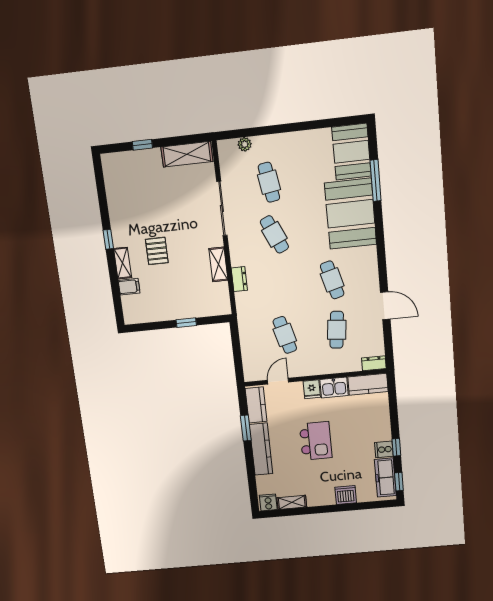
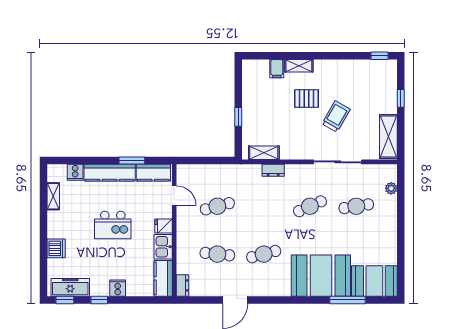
trolley: (172, 216) -> (336, 117), added
window: (108, 239) -> (379, 56), moved
shelving: (218, 264) -> (264, 153), moved
cooker: (384, 449) -> (118, 288), moved
cooker: (268, 502) -> (75, 172), moved, turned 90

